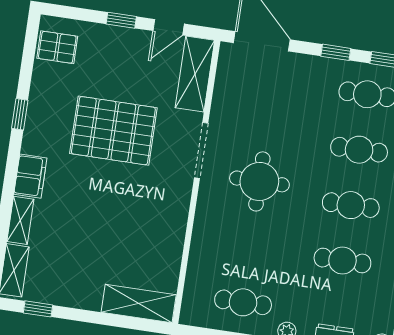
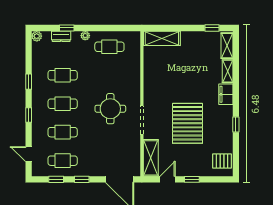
pallet: (113, 131) -> (188, 123), turned 90

